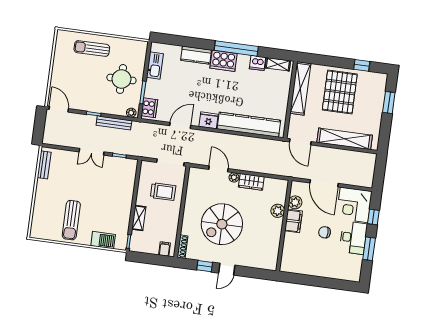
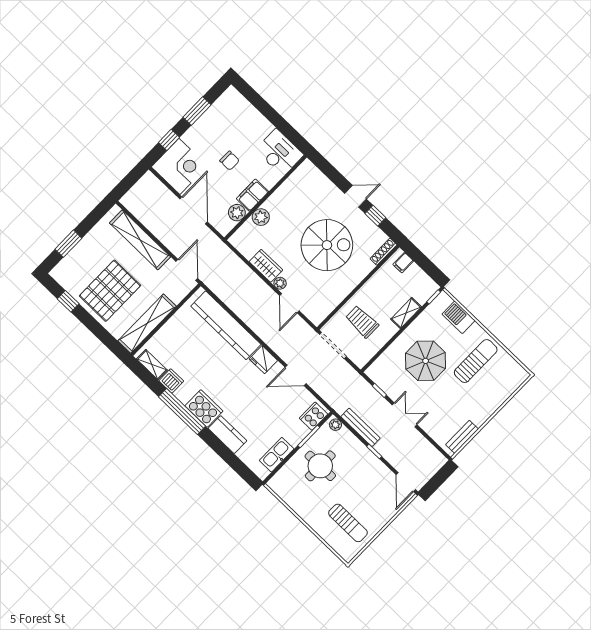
sun lounger: (92, 48) -> (348, 523), moved
parasol: (104, 196) -> (426, 361), added
desk: (353, 238) -> (279, 152), moved, turned 90

